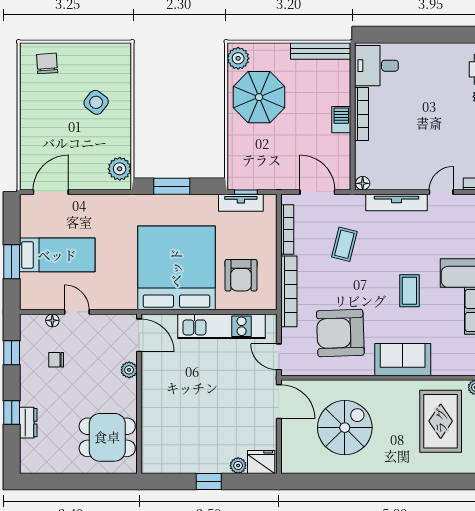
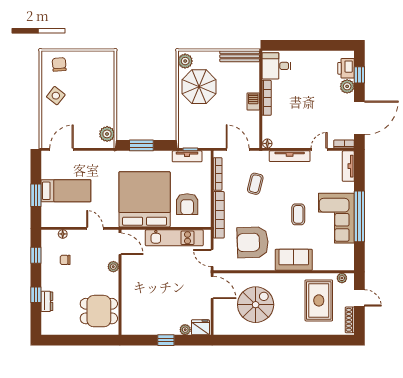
side table: (96, 102) -> (56, 96), moved
door: (77, 312) -> (95, 228), moved

